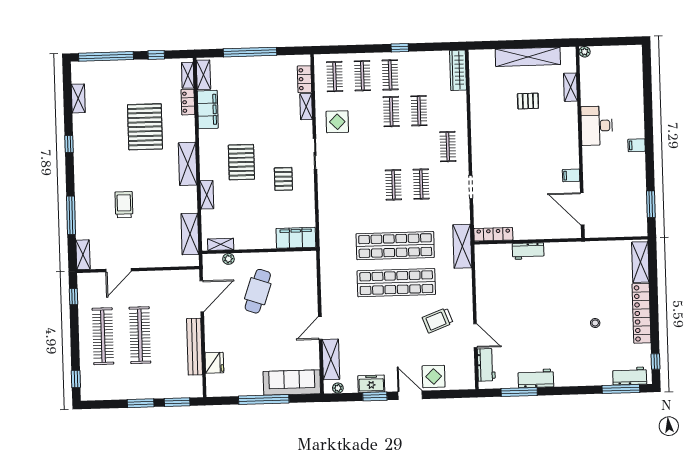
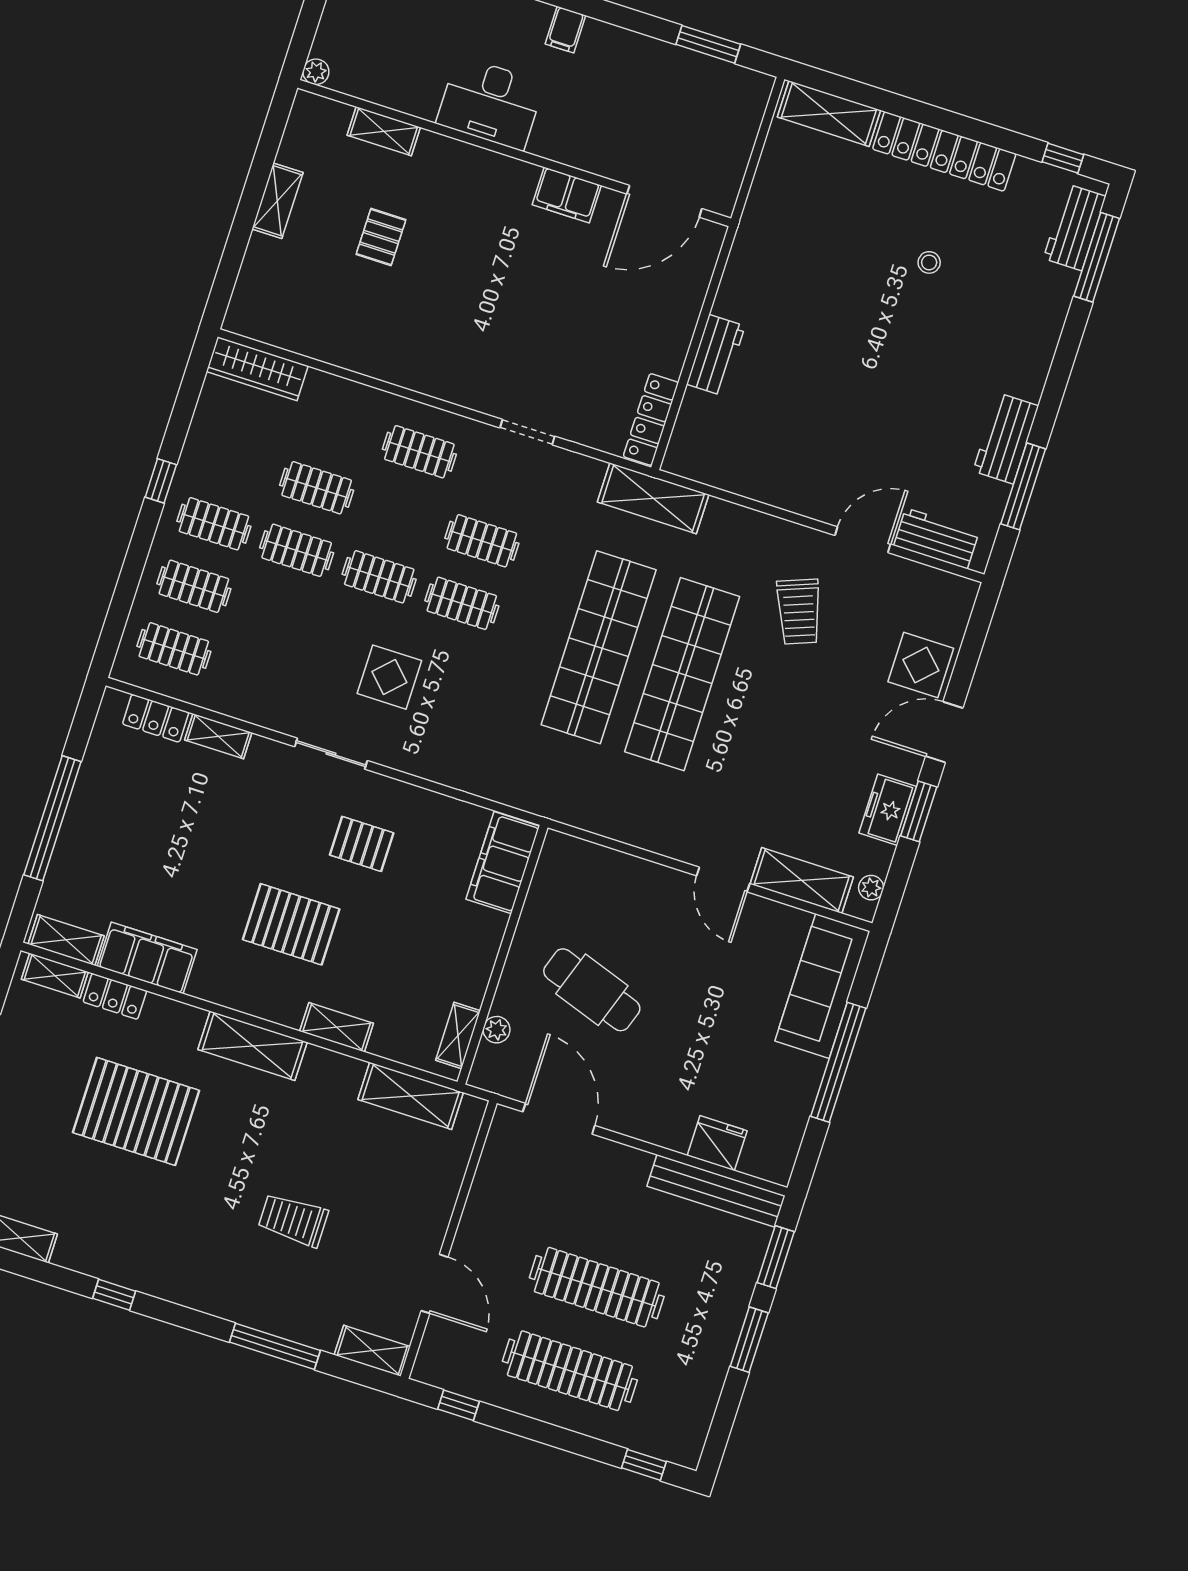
shelving: (528, 57) -> (277, 201), width x0.45, depth x0.75
display table: (337, 122) -> (389, 677), moved
clothes rail: (392, 148) -> (379, 577), added
filing cabinet: (571, 175) -> (567, 195), width x2.00
bench: (195, 347) -> (716, 1191), moved

